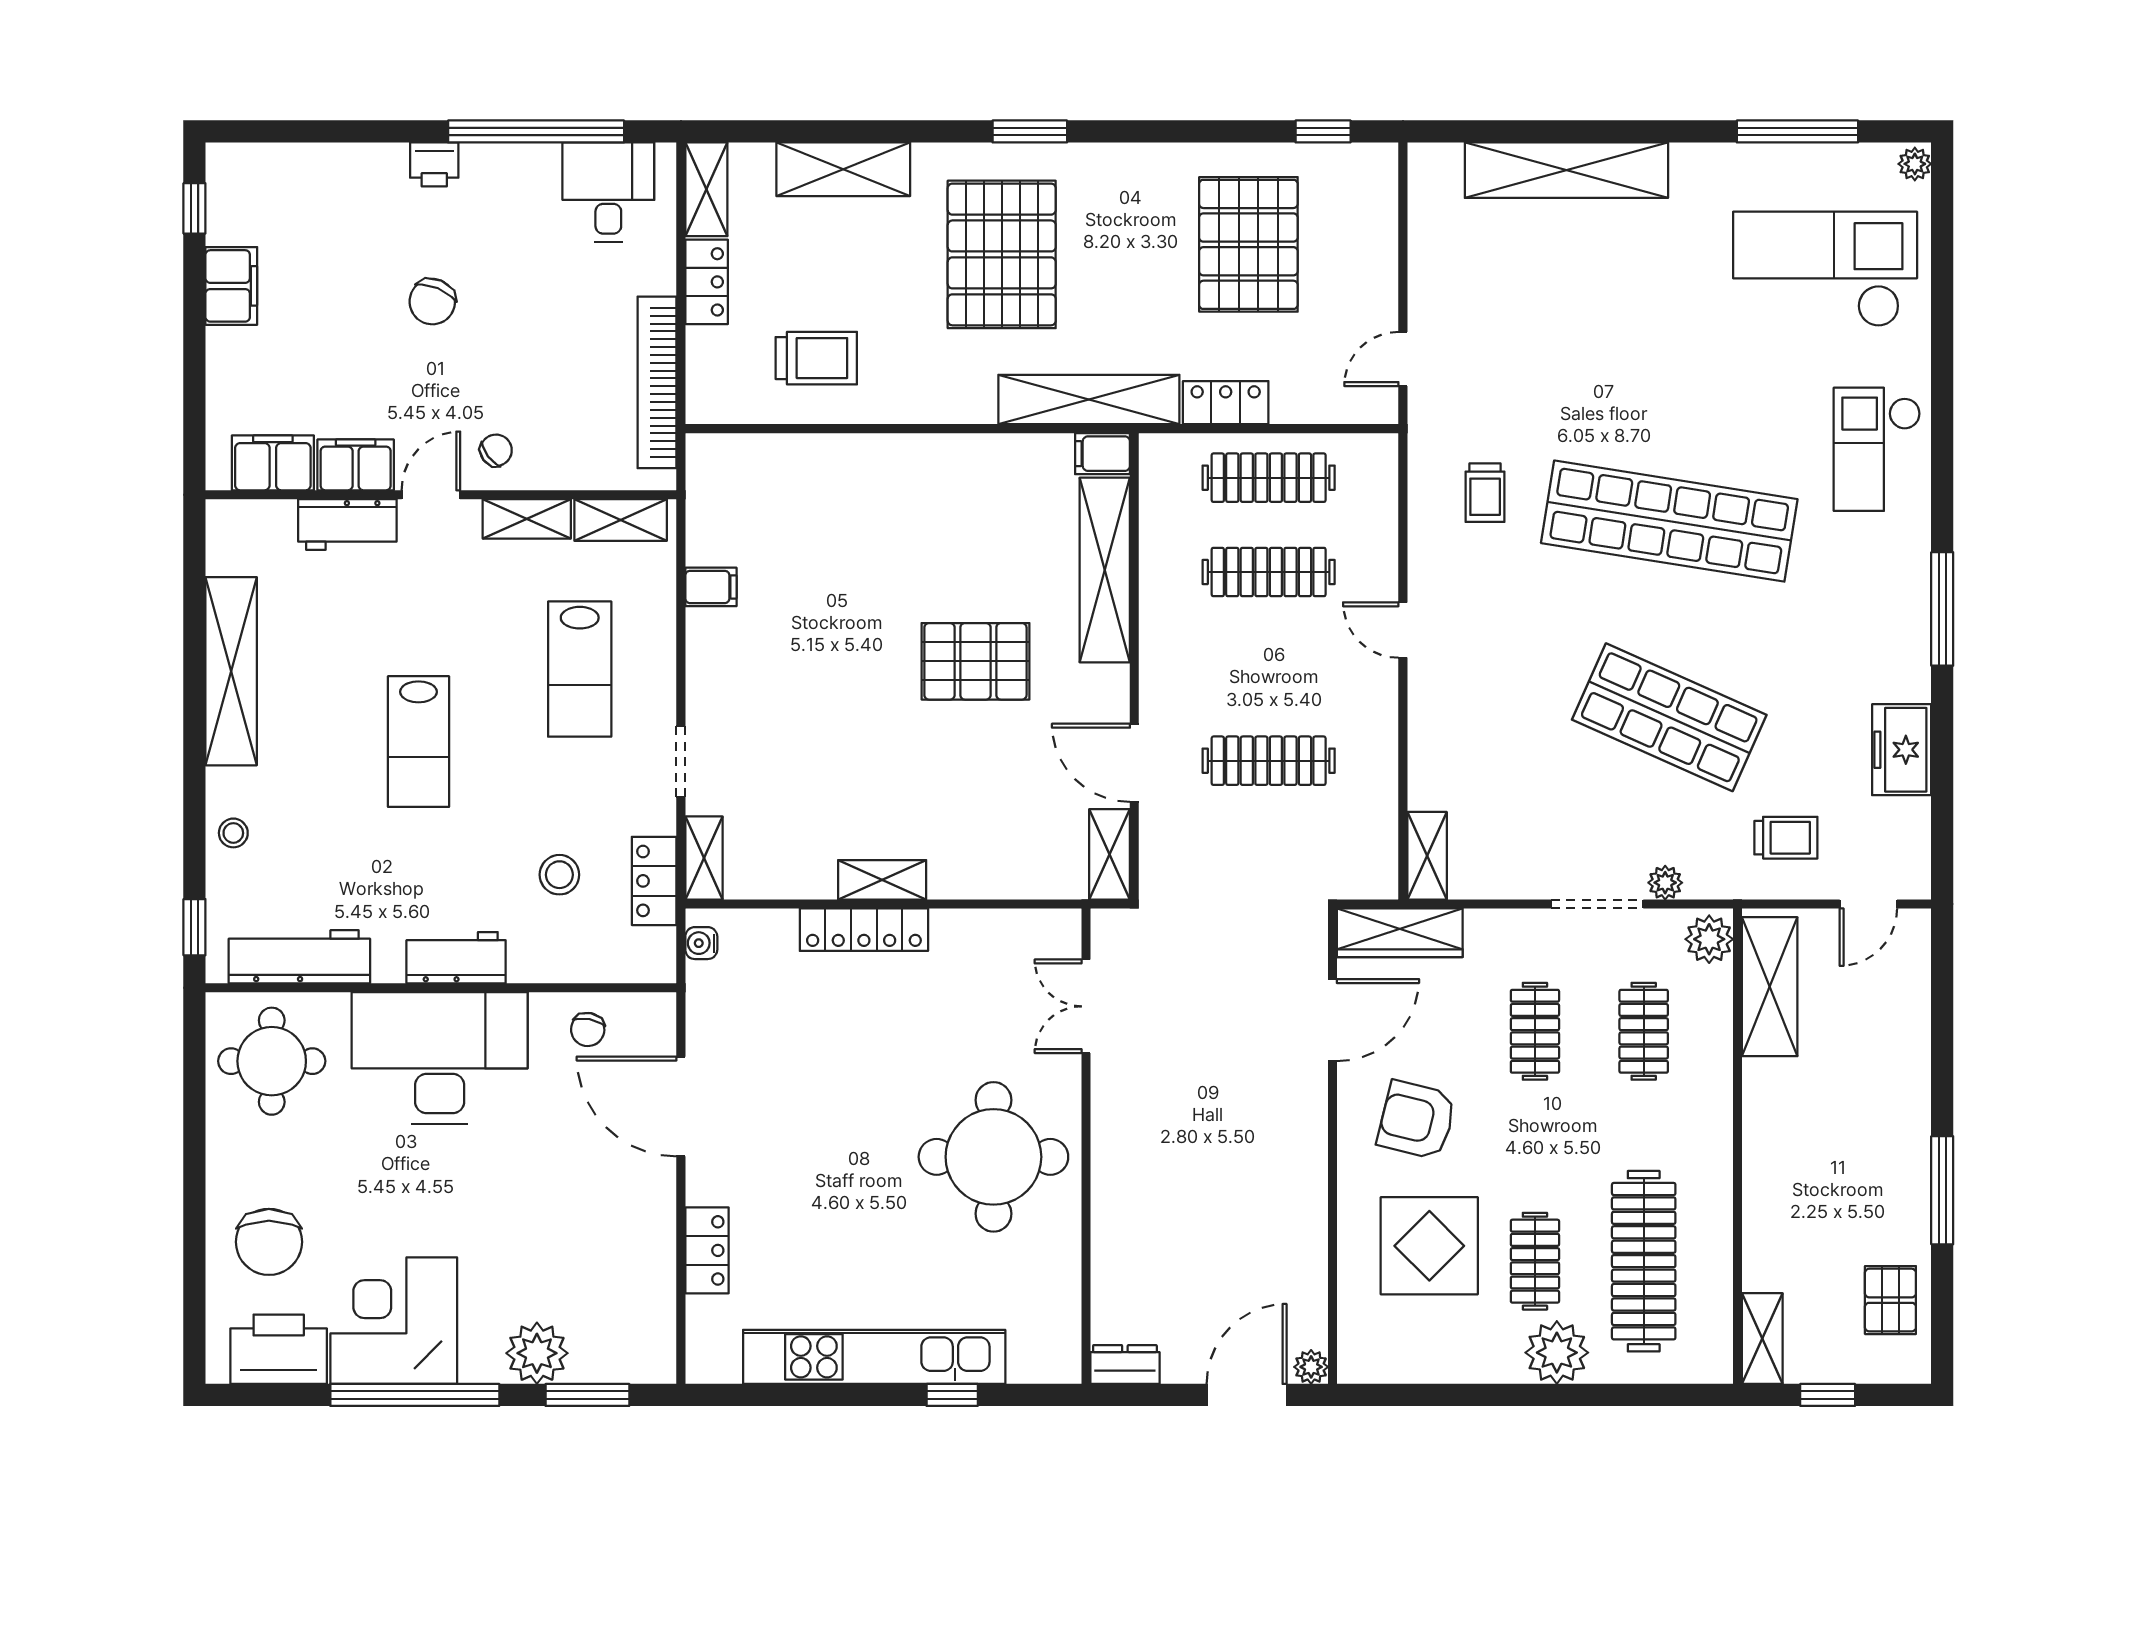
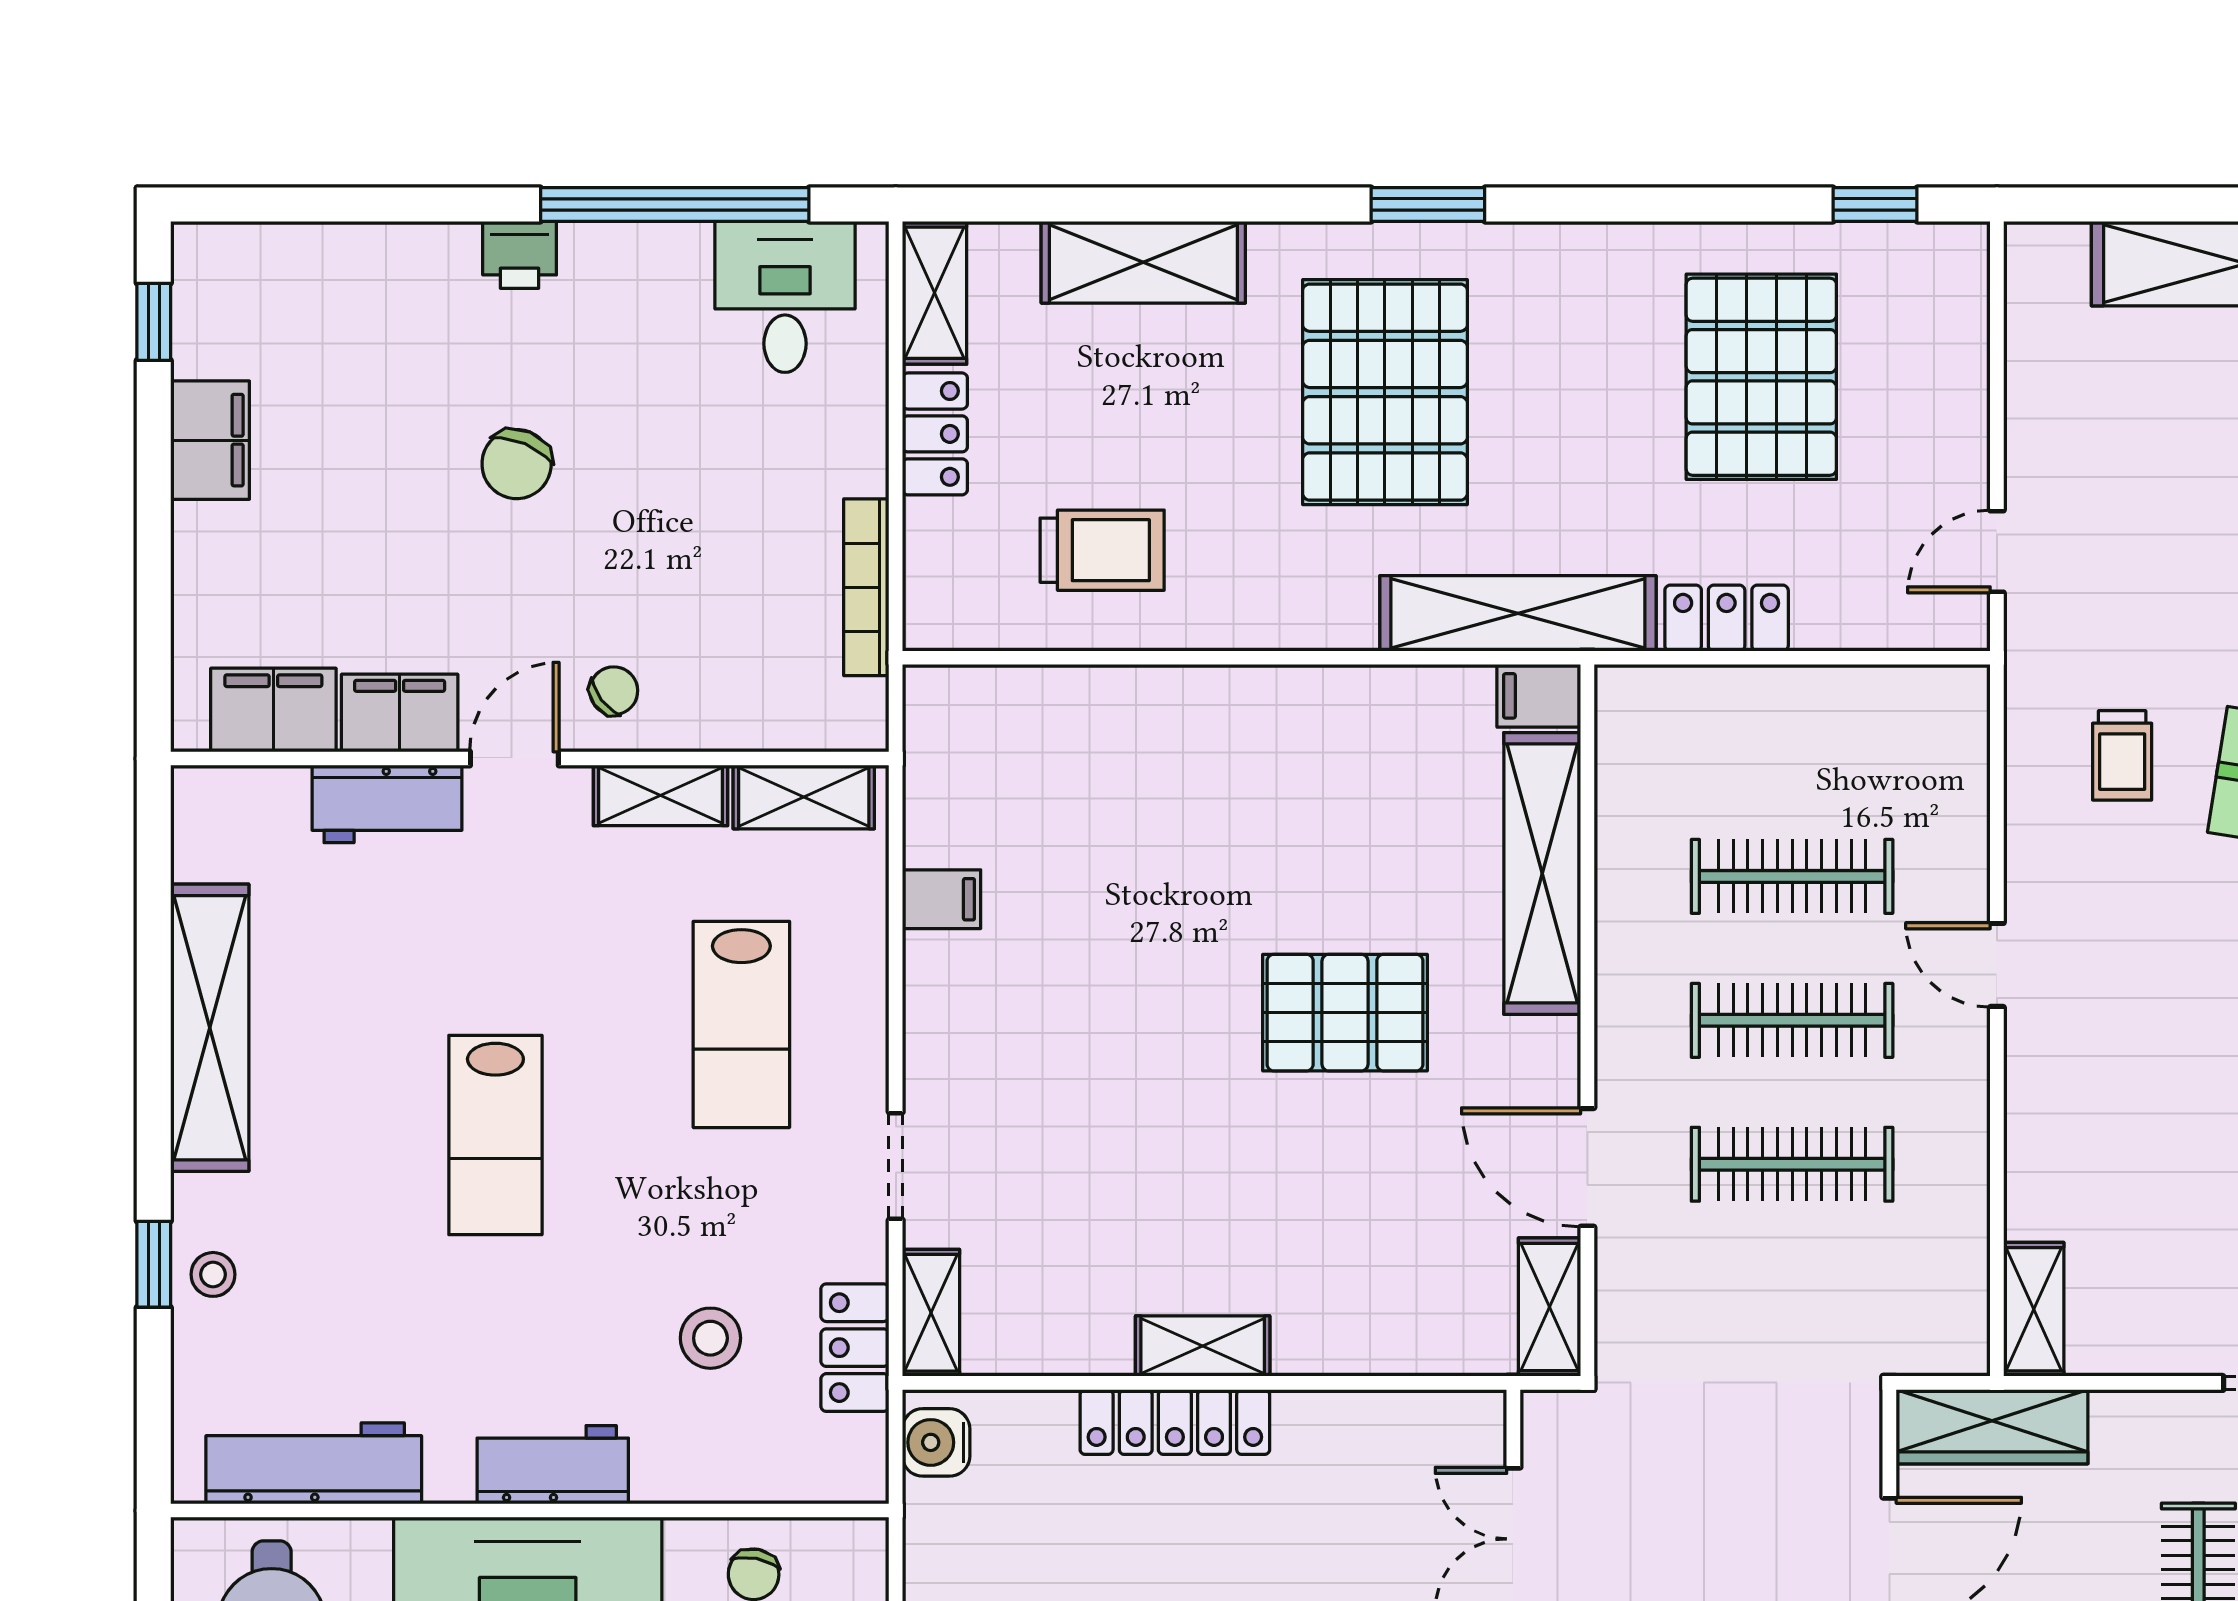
bookcase: (657, 382) -> (866, 587), width x0.68, depth x0.76
clothes rail: (1269, 478) -> (1792, 1020), moved
window: (194, 927) -> (154, 1264), moved
water cooler: (701, 943) -> (936, 1442), width x1.38, depth x1.38

